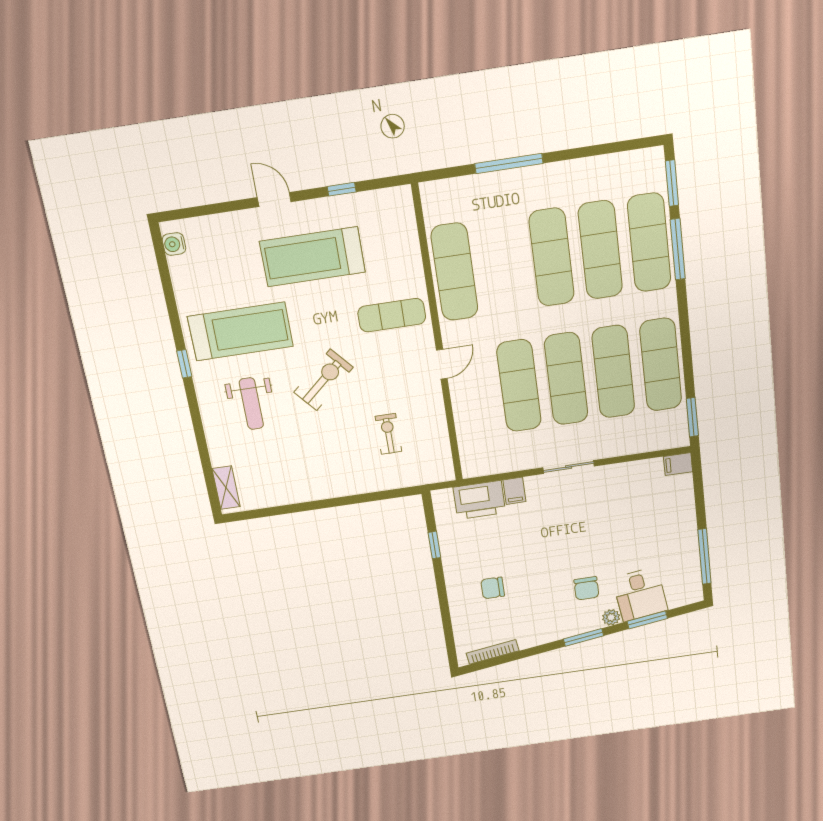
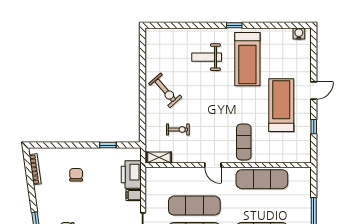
exercise bike: (323, 380) -> (165, 90), moved
shelving: (226, 488) -> (159, 157), moved

